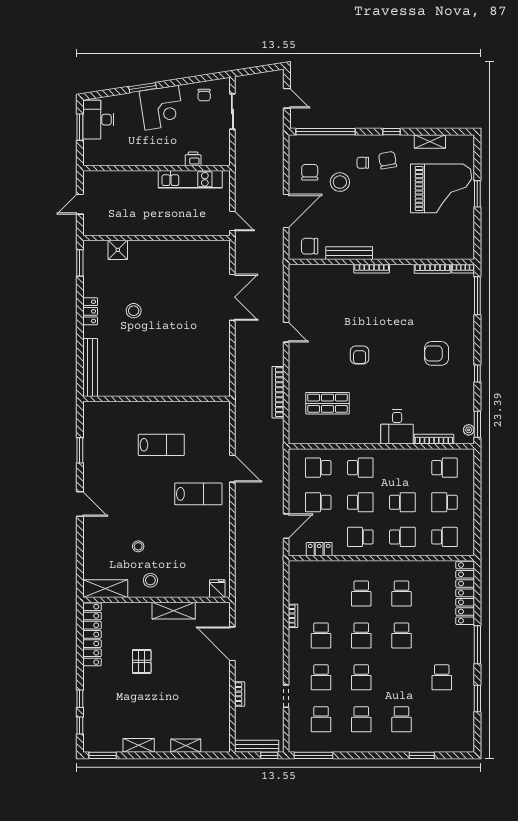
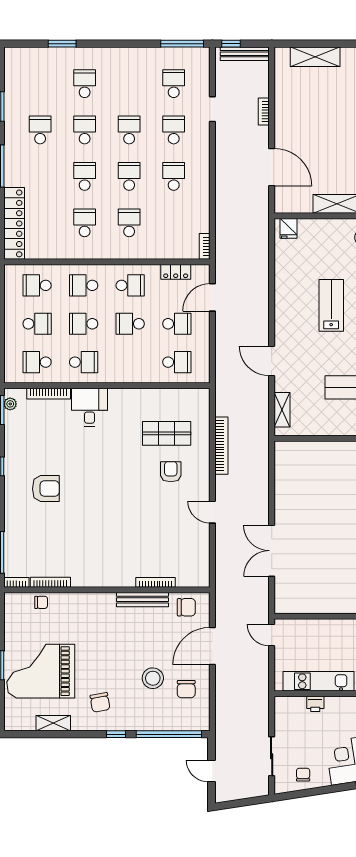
window: (391, 132) -> (116, 734), moved
chair: (363, 163) -> (41, 602), moved
bookcase: (372, 269) -> (156, 582), moved
armchair: (360, 355) -> (171, 472), moved
shelving: (223, 425) -> (282, 410), added
school desk: (360, 468) -> (84, 362), moved, turned 180
lab bench: (198, 494) -> (331, 305), moved, turned 90
bookcase: (293, 616) -> (205, 246), moved
school desk: (361, 719) -> (85, 130), moved
shelving: (186, 746) -> (315, 57), width x1.50, depth x1.33

